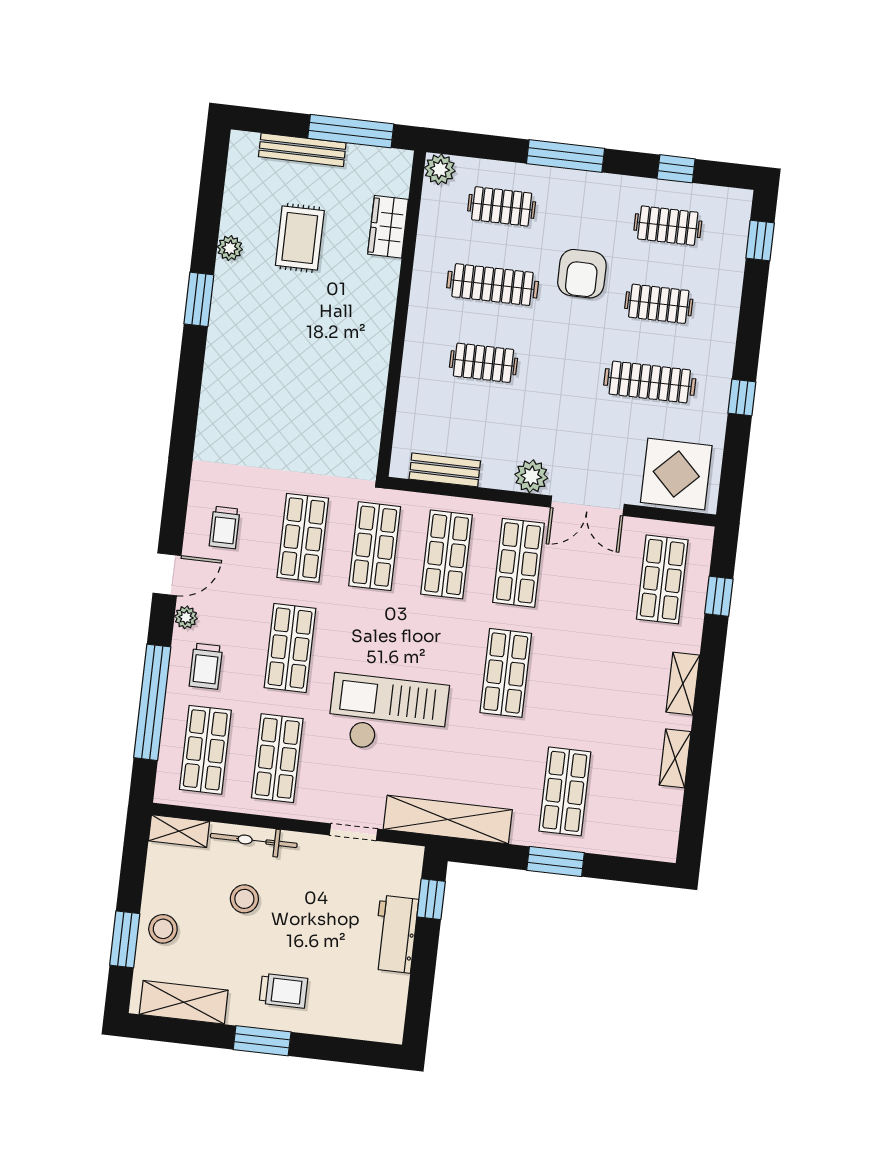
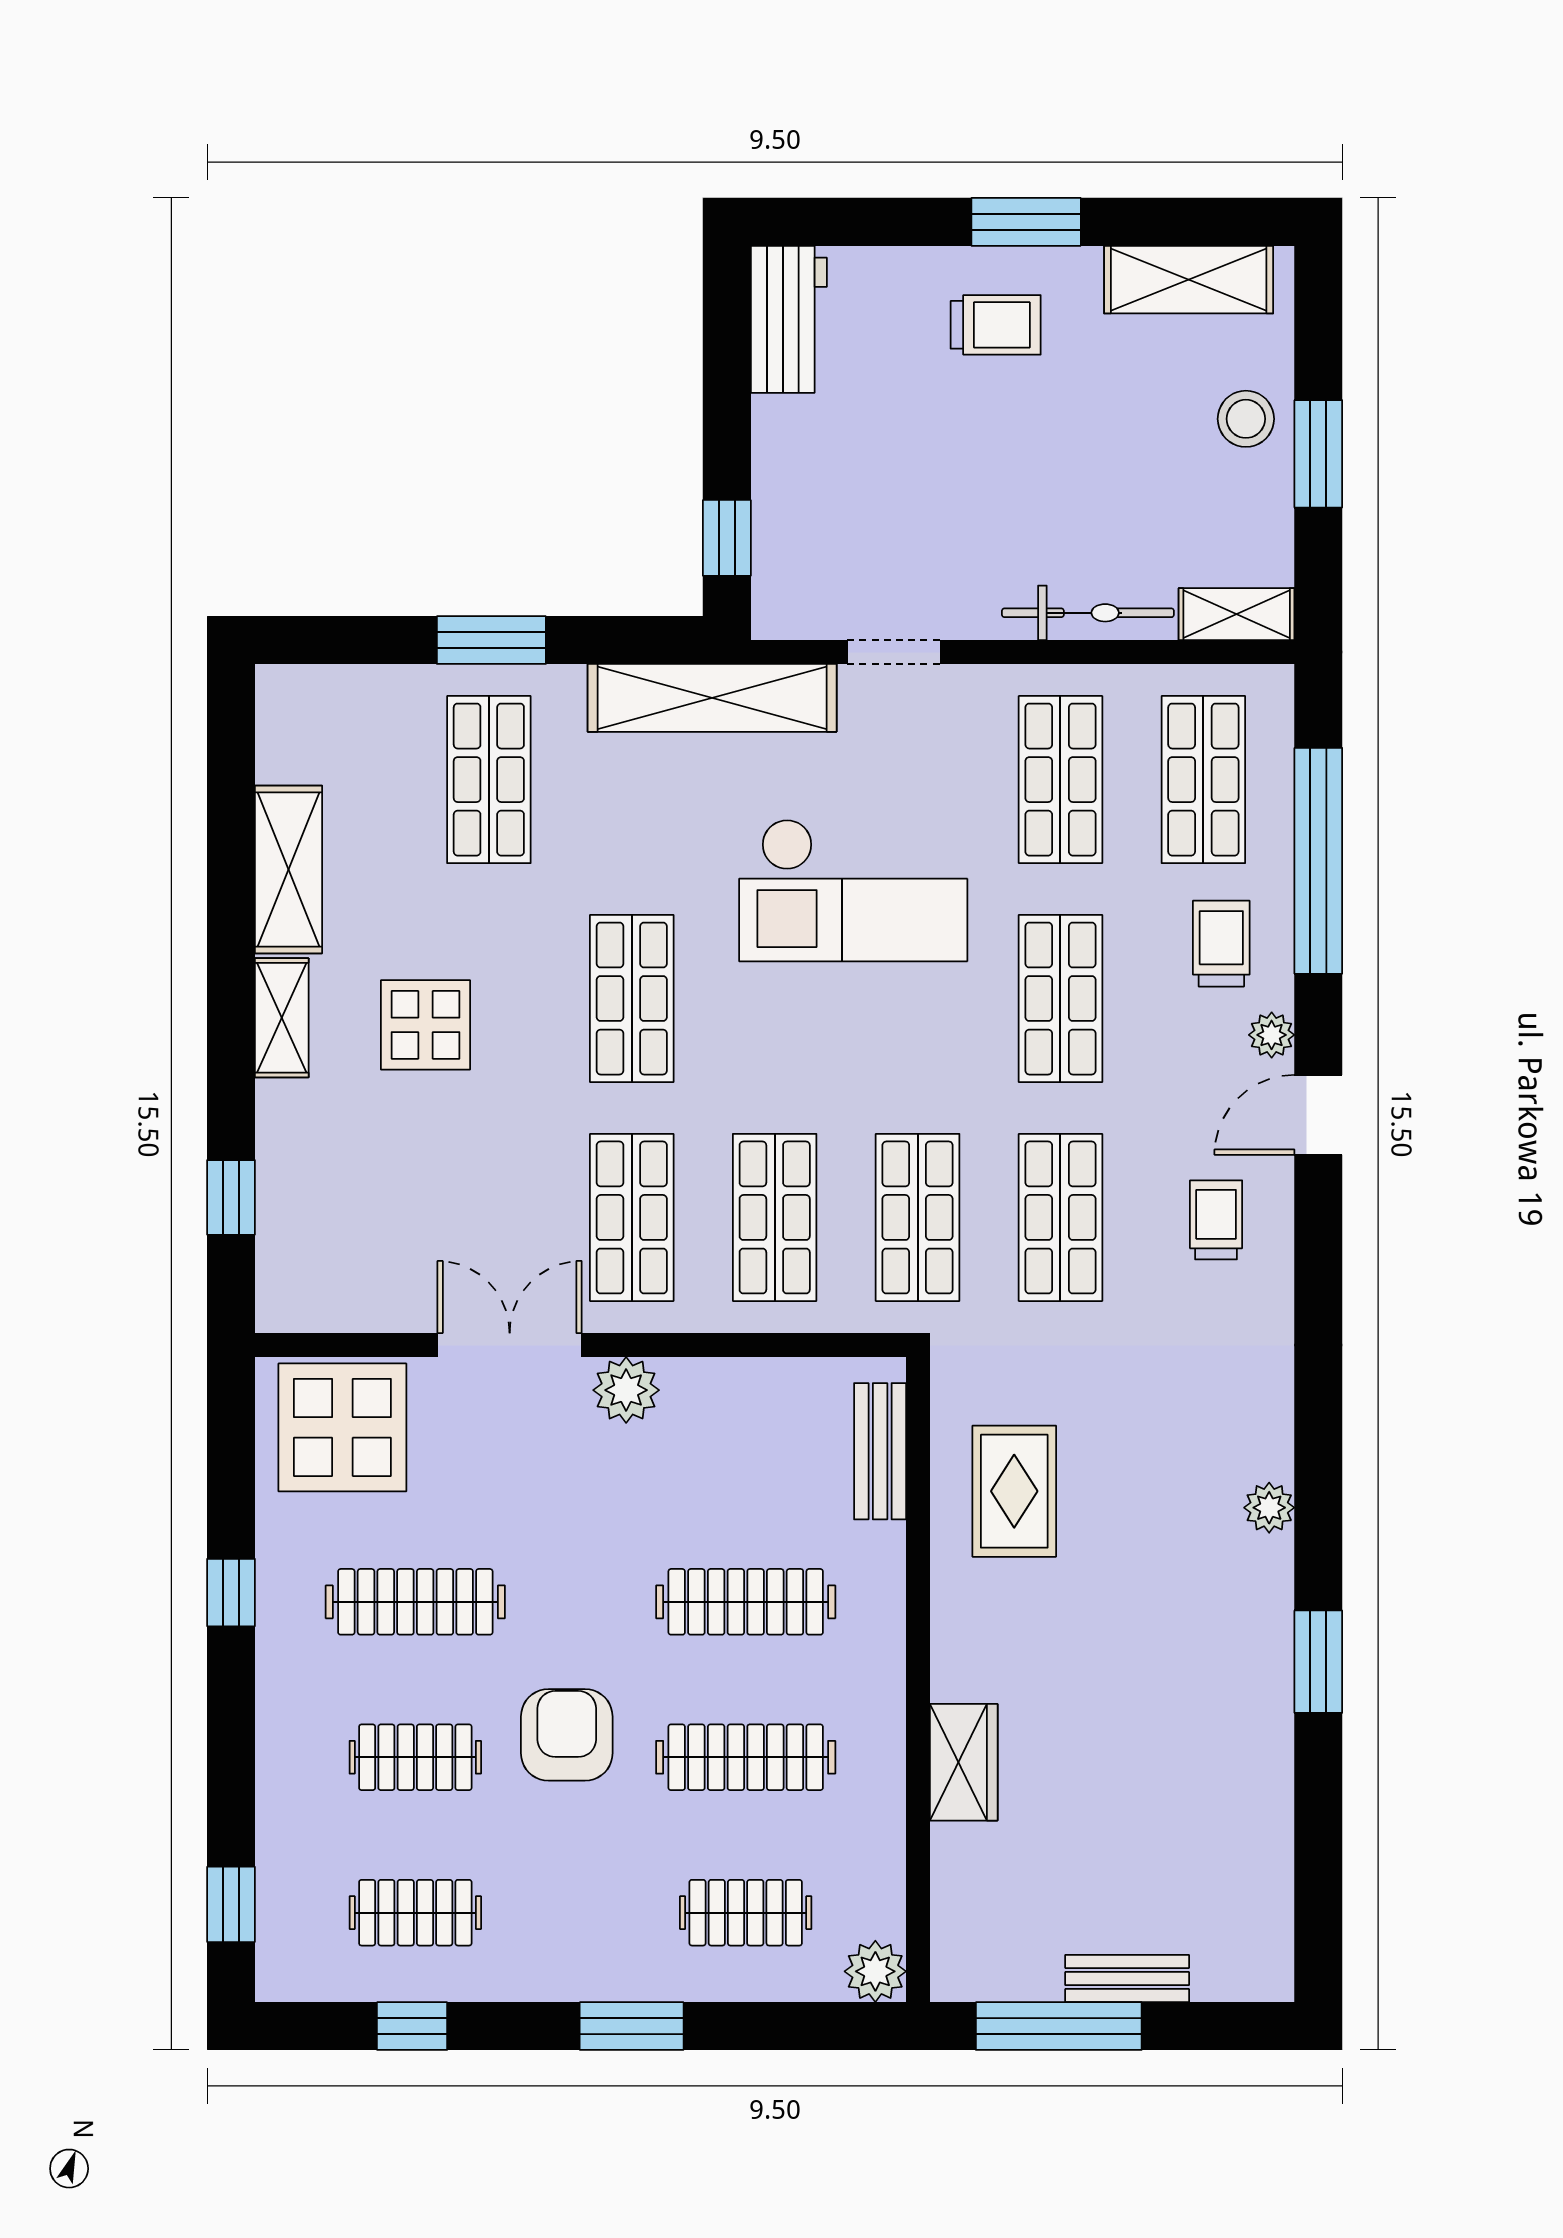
bench: (302, 150) -> (1127, 1979), width x0.73
window: (566, 156) -> (632, 2026), width x0.69
wardrobe: (388, 227) -> (964, 1762), moved
rug: (300, 238) -> (1014, 1491), moved
plant: (230, 248) -> (1269, 1508), moved
armchair: (582, 274) -> (567, 1735), moved
clothes rail: (484, 363) -> (746, 1602), width x1.36
bench: (445, 470) -> (880, 1451), moved, turned 90
shop shelf: (662, 579) -> (346, 1217), removed
display table: (611, 672) -> (425, 1025), added
shelving: (675, 758) -> (288, 869), width x1.50, depth x1.33
stool: (244, 899) -> (1093, 496), removed
workbench: (395, 934) -> (789, 319), moved
window: (125, 939) -> (1318, 454), moved
trolley: (283, 991) -> (996, 325), turned 180

